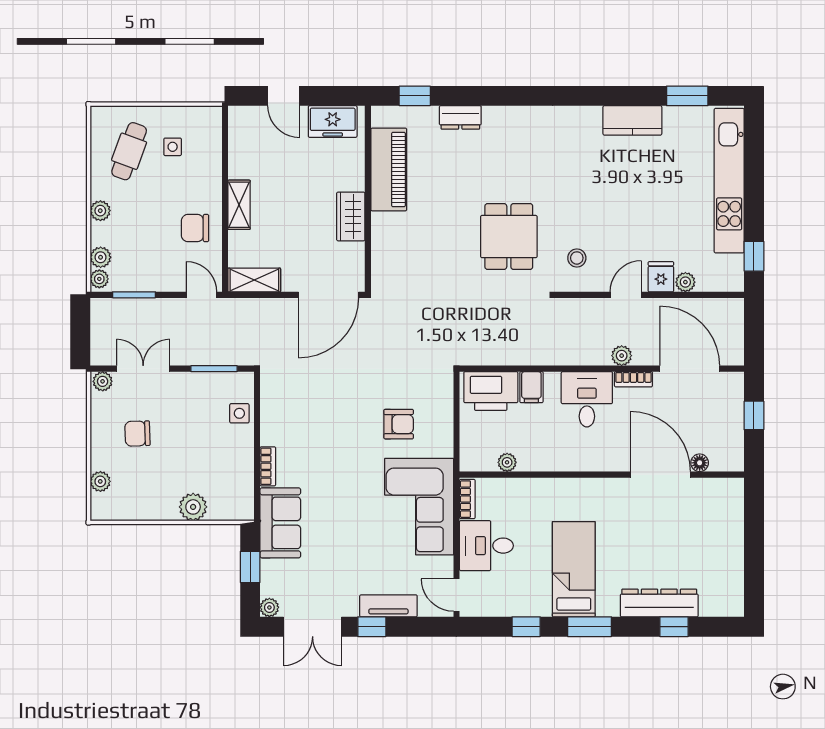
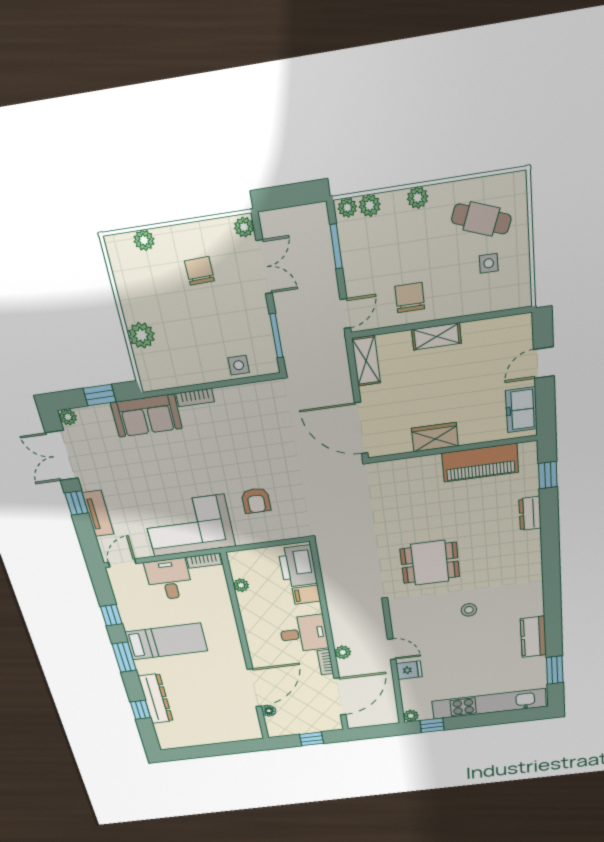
stool: (577, 258) -> (469, 610), moved
plant: (685, 282) -> (411, 716), moved

